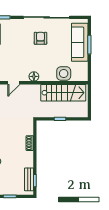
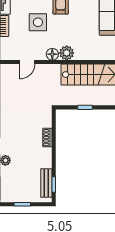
side table: (64, 74) -> (38, 22), moved
plant: (45, 75) -> (67, 53), added

